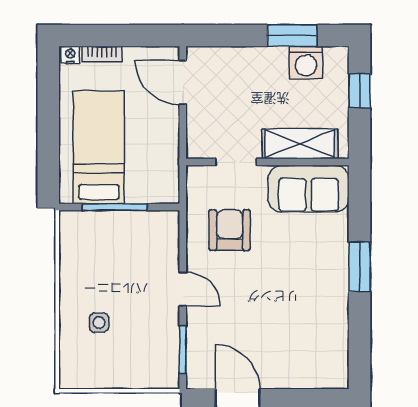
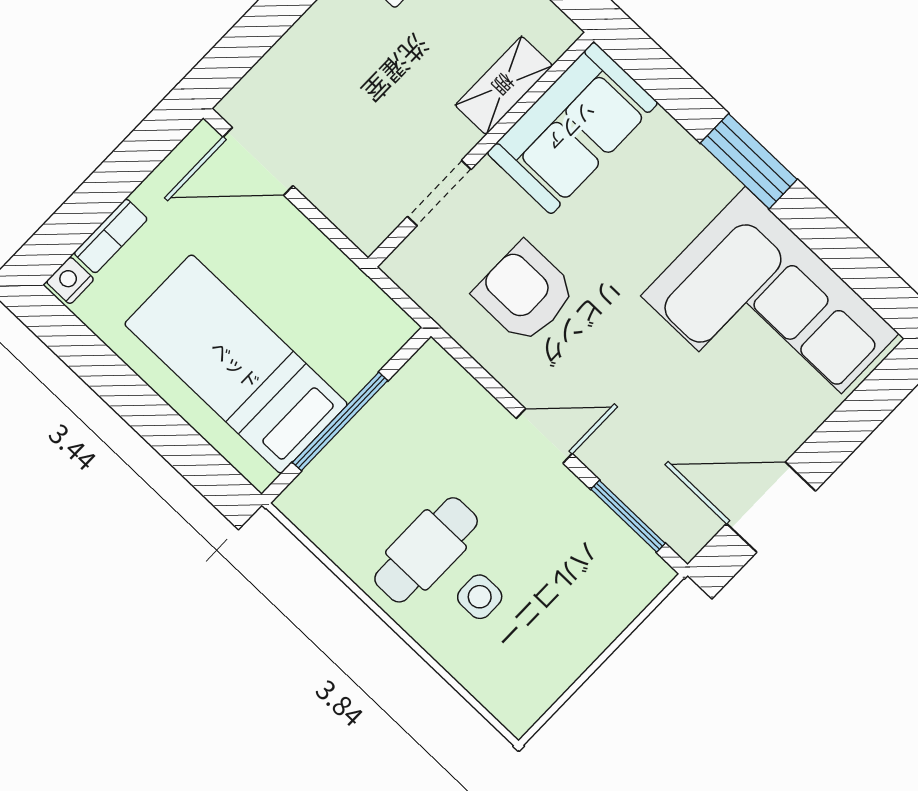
shelving: (300, 144) -> (504, 85), width x0.67, depth x0.75
cafe table: (97, 286) -> (426, 550), added
corner sofa: (309, 330) -> (770, 315), added

